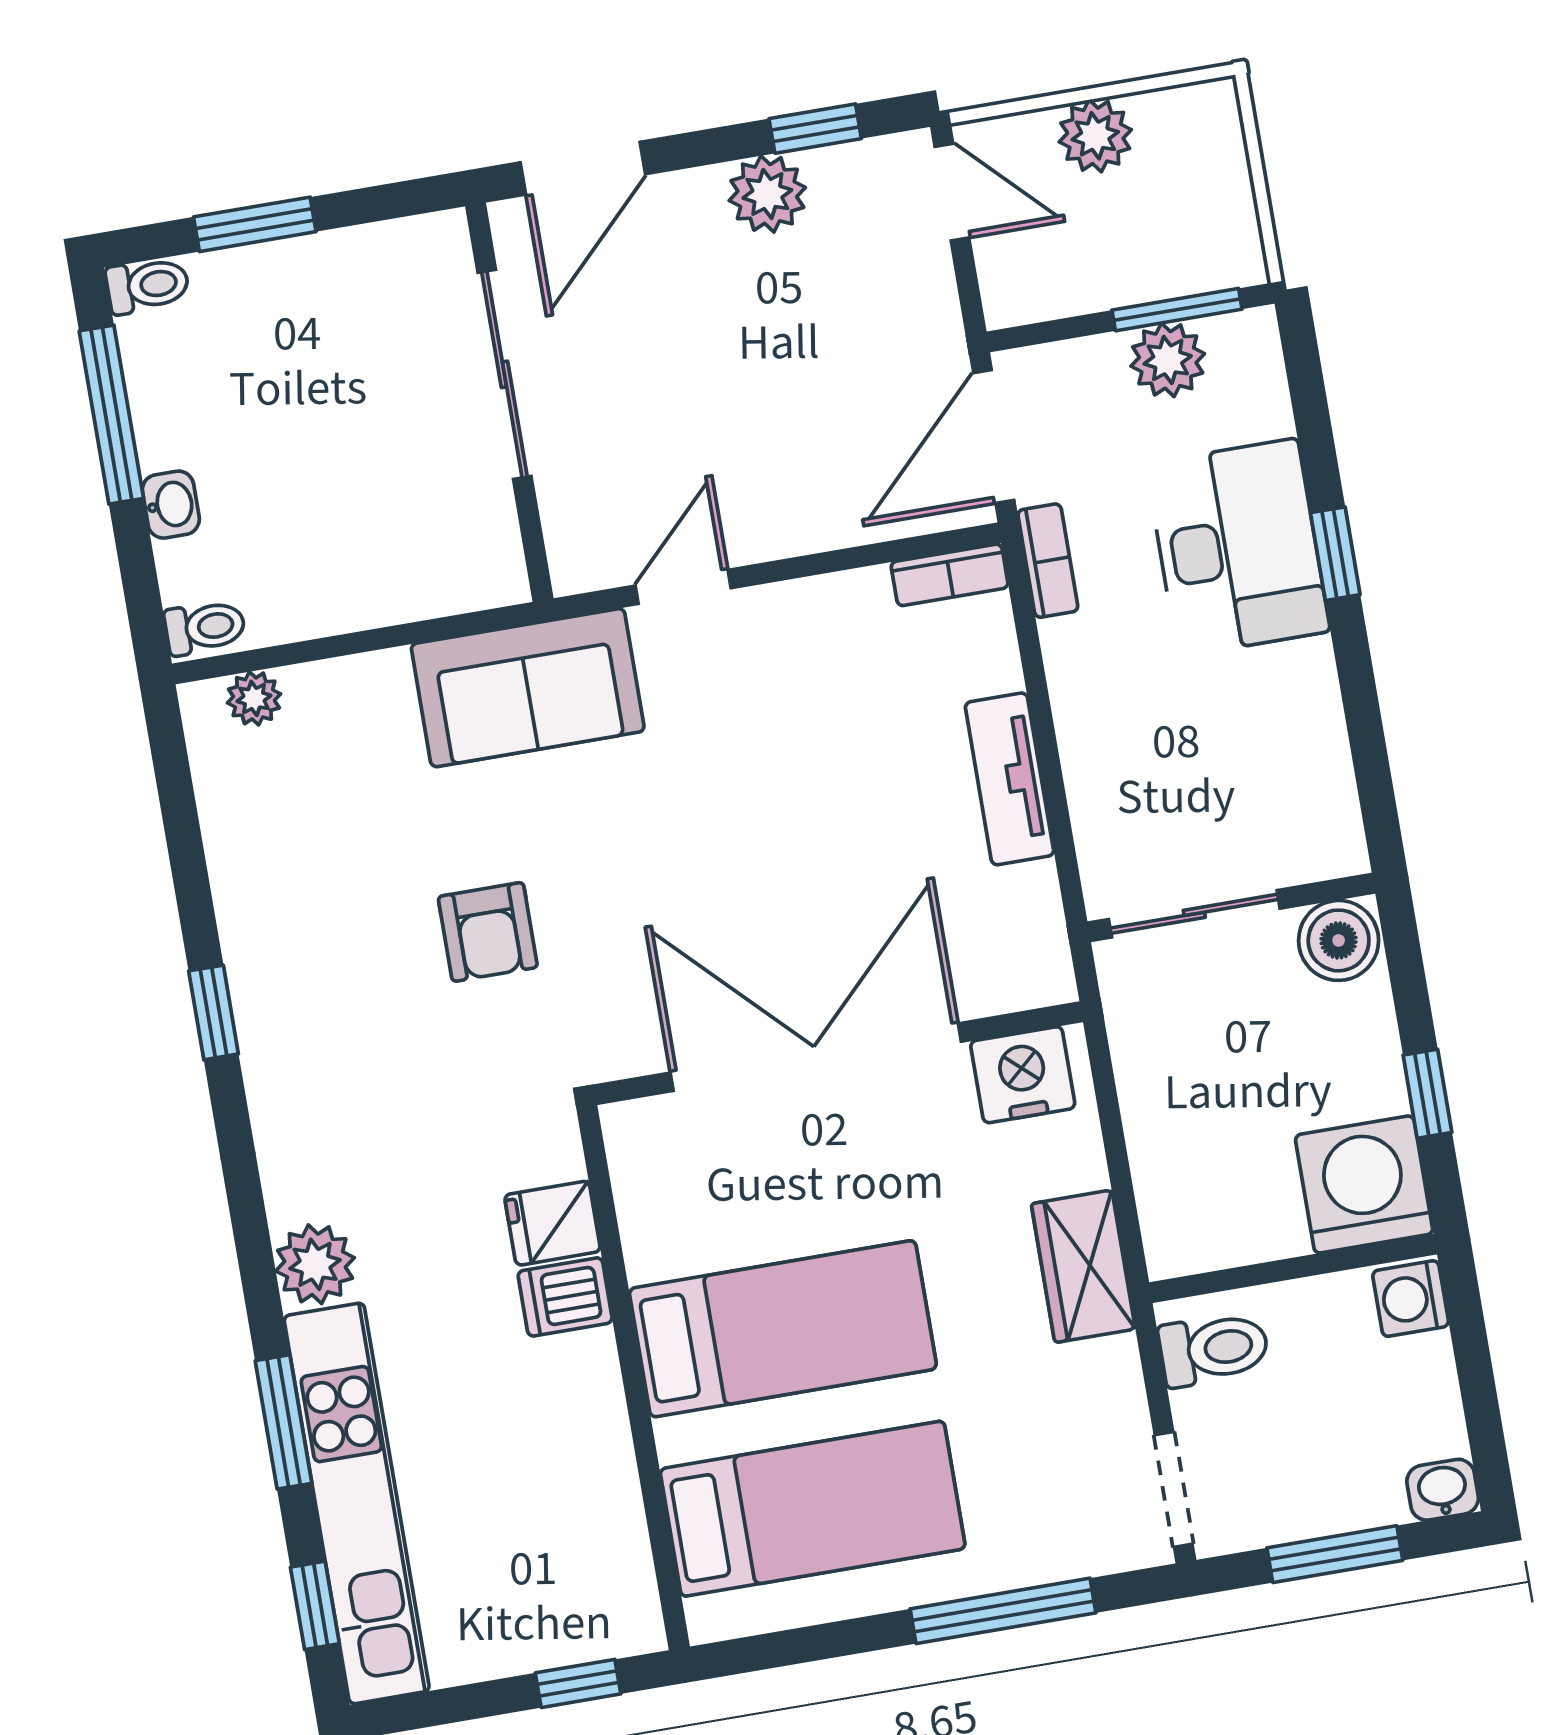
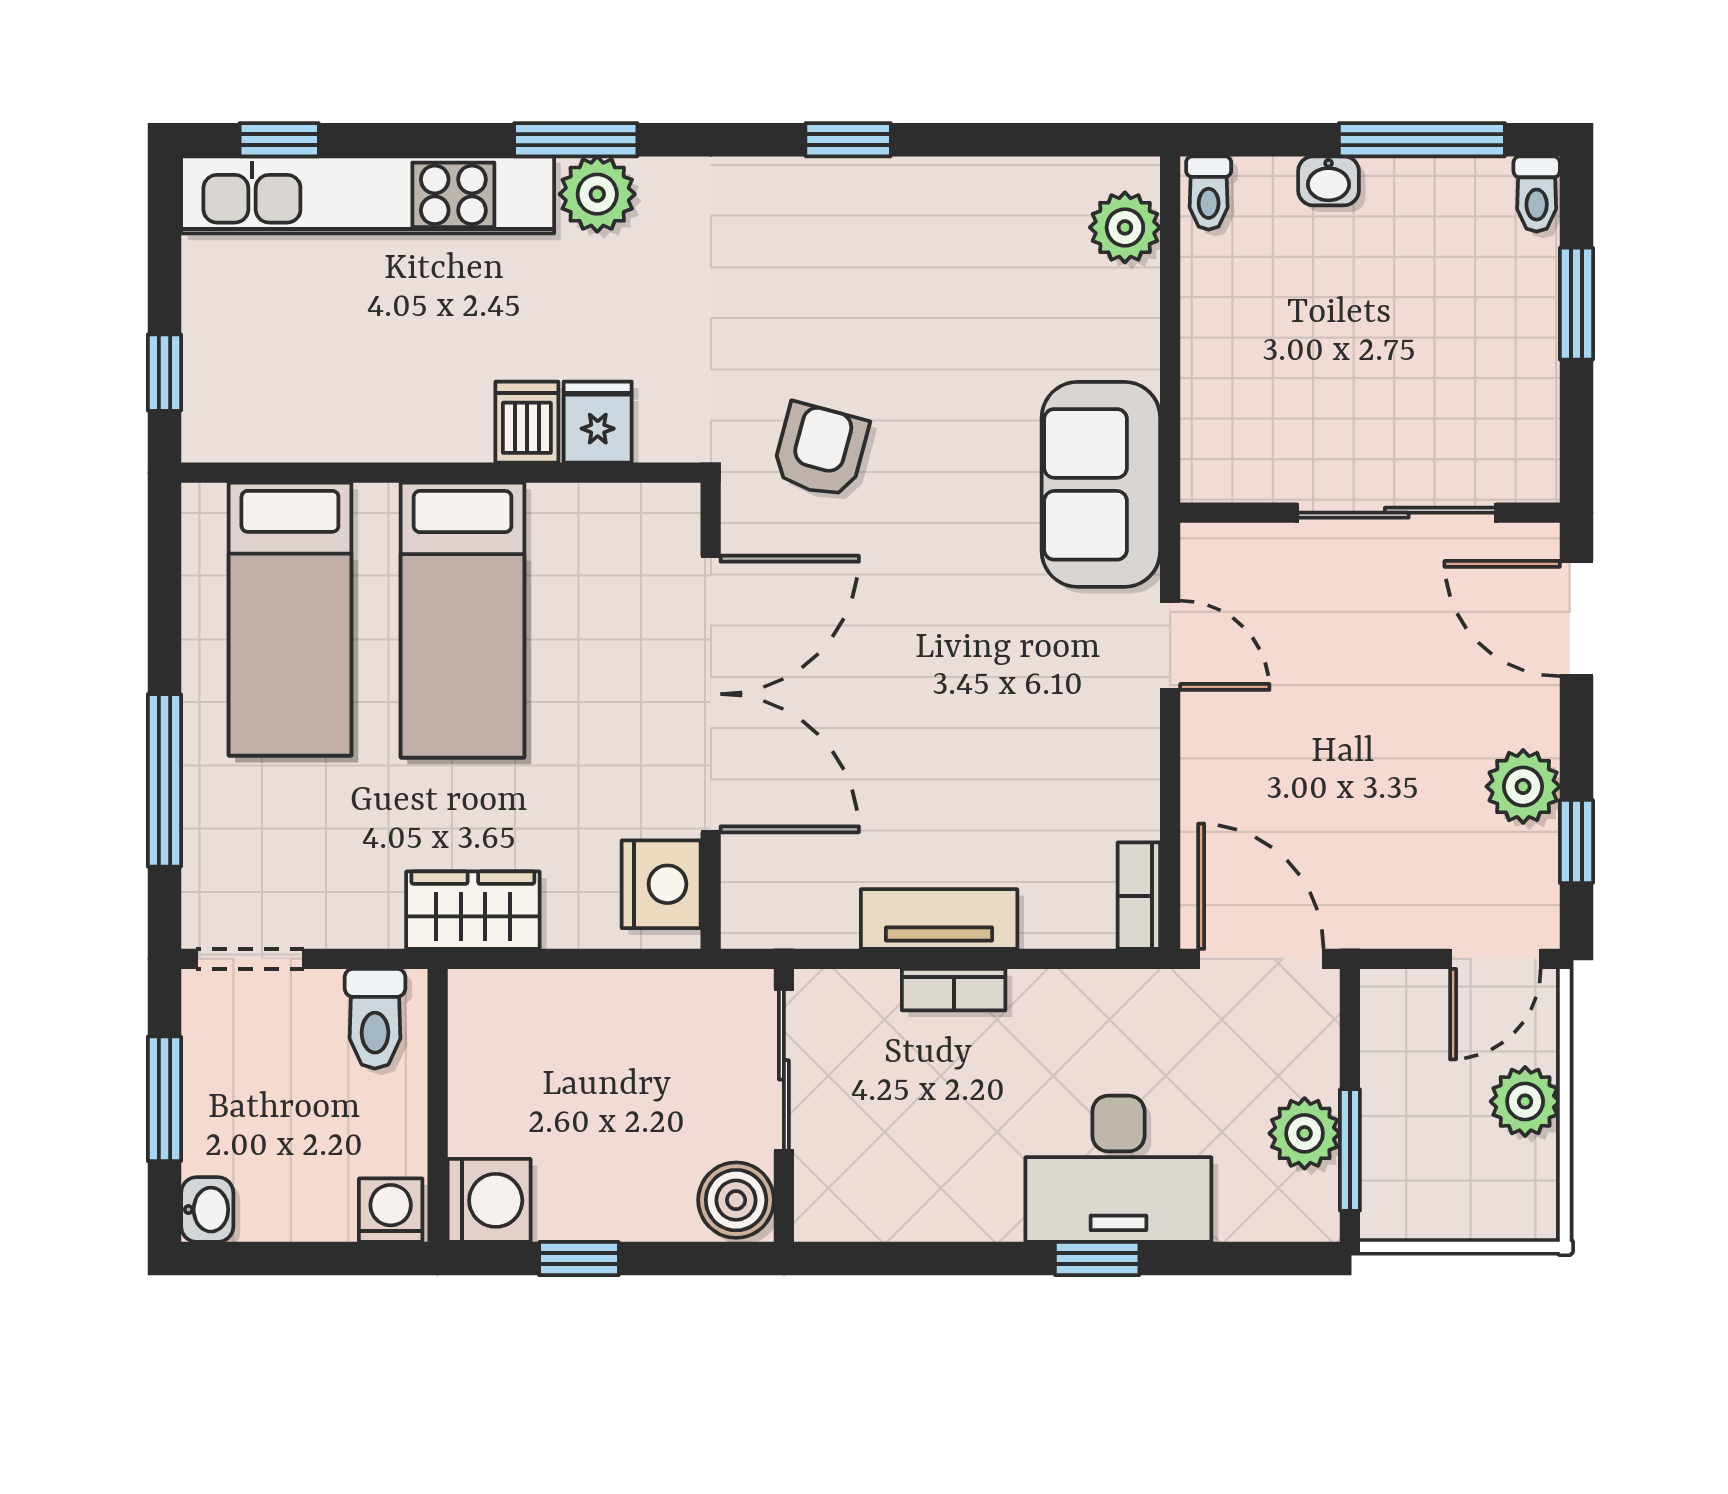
bookcase: (1048, 561) -> (954, 990), moved
plant: (254, 698) -> (1125, 227), width x1.38, depth x1.38
armchair: (488, 932) -> (820, 450), moved, turned 105
washing machine: (1364, 1184) -> (489, 1200), width x0.73, depth x0.73
window: (284, 1422) -> (576, 140), moved

